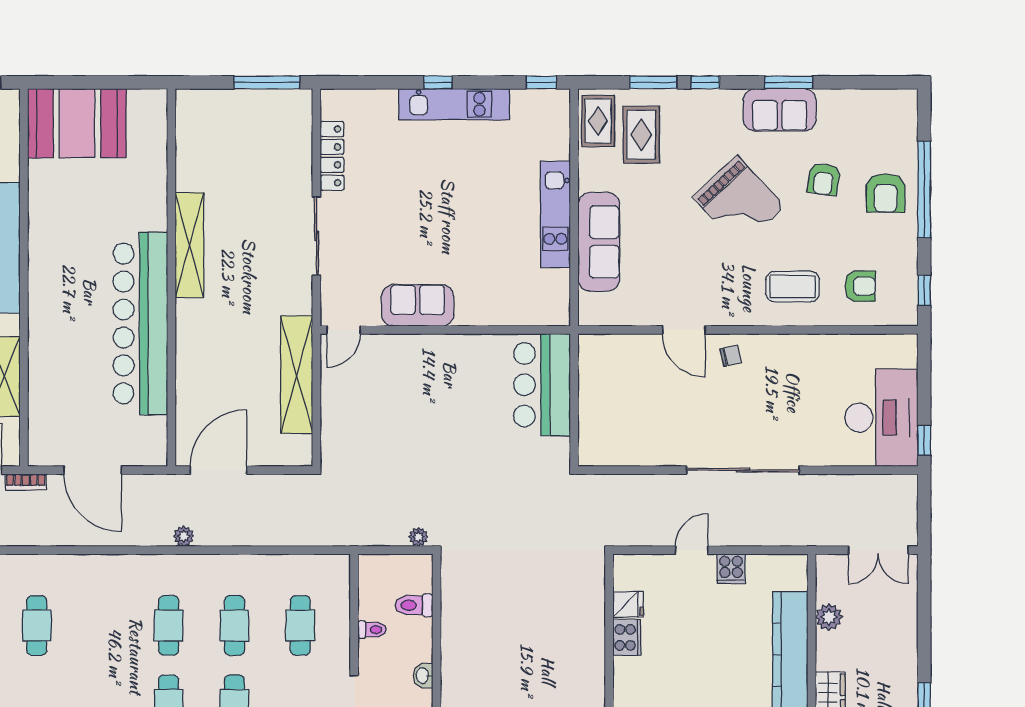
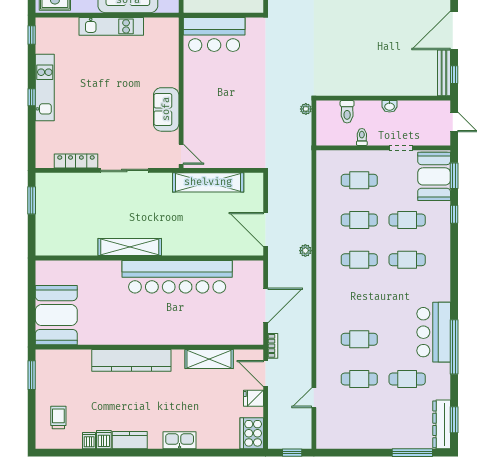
window: (267, 82) -> (32, 200), width x0.69

